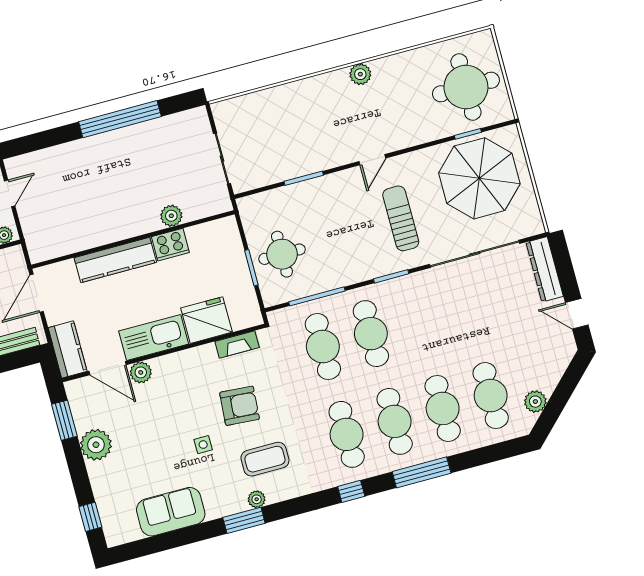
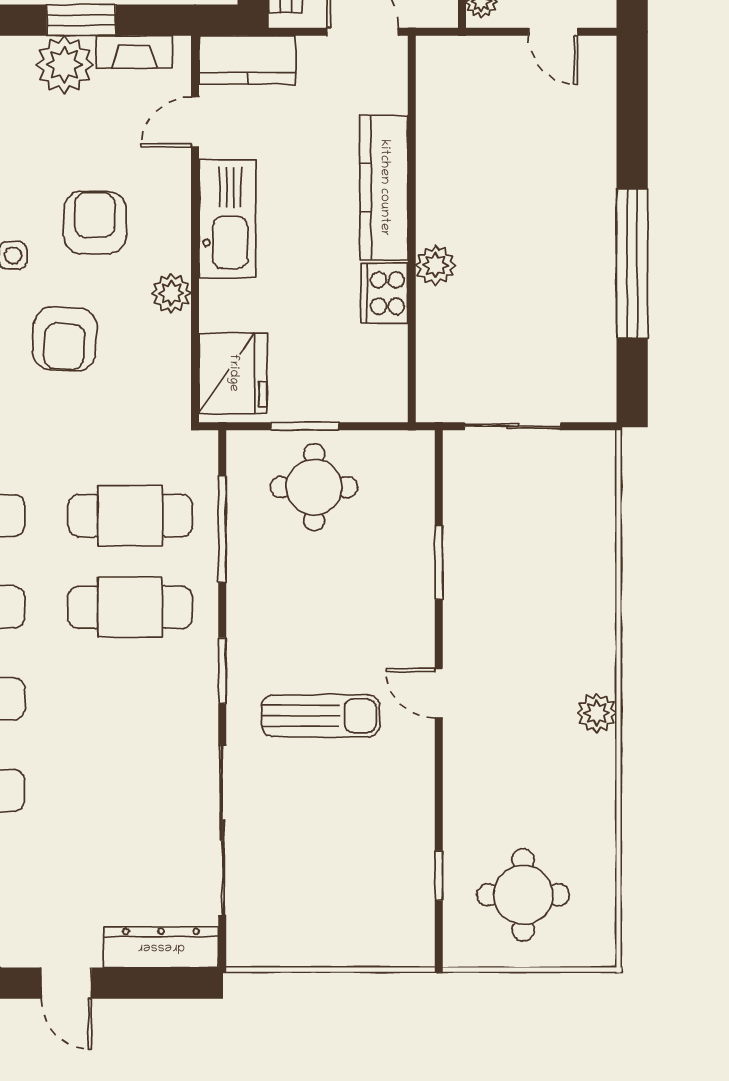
round table: (466, 87) -> (523, 895), width x0.73, depth x0.73
parasol: (479, 178) -> (354, 875), removed
plant: (171, 216) -> (436, 265), moved
door: (577, 314) -> (66, 983), swing flipped
fridge: (206, 320) -> (233, 373), moved
fireplace: (237, 344) -> (134, 52), moved, turned -90
door: (107, 368) -> (195, 122), width x0.73
plant: (141, 372) -> (171, 293), moved
armchair: (174, 406) -> (95, 223), added
window: (64, 420) -> (81, 20), moved

